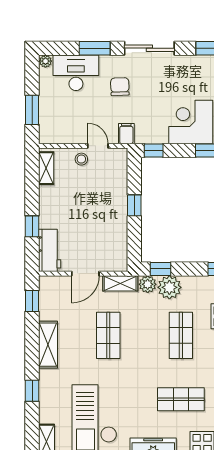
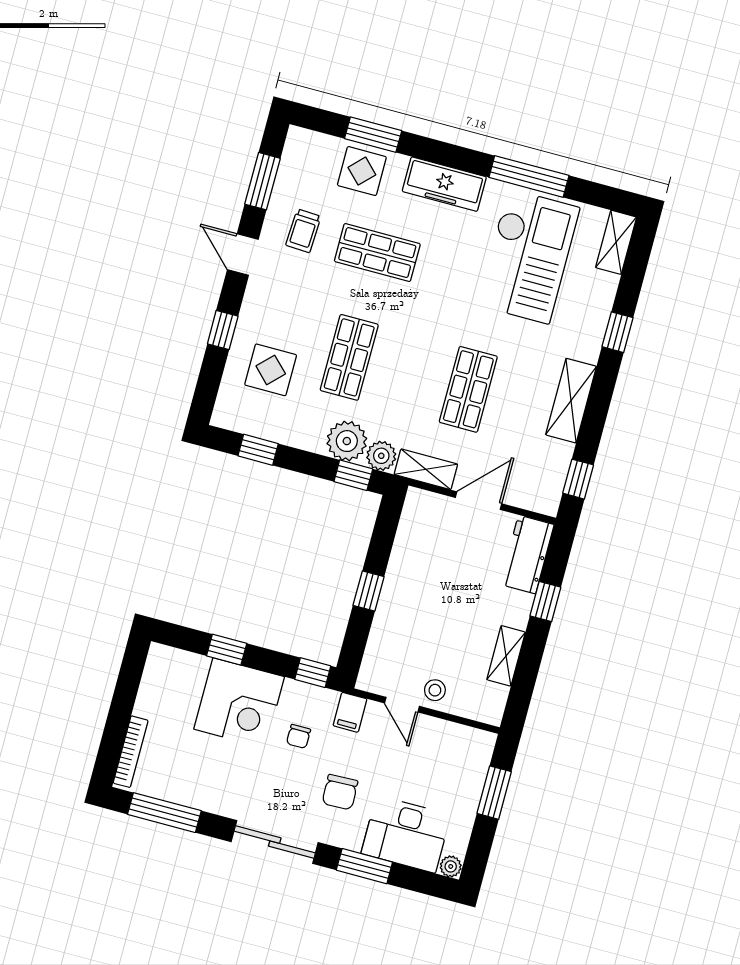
chair: (152, 112) -> (299, 736), added
shelving: (46, 168) -> (506, 656), moved

